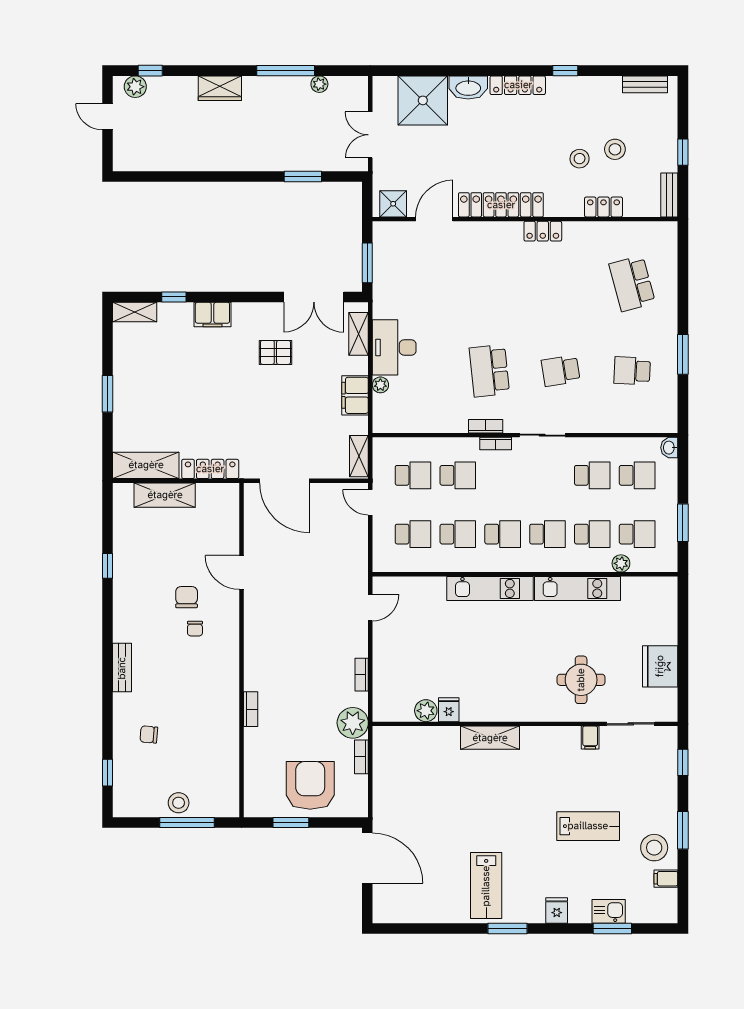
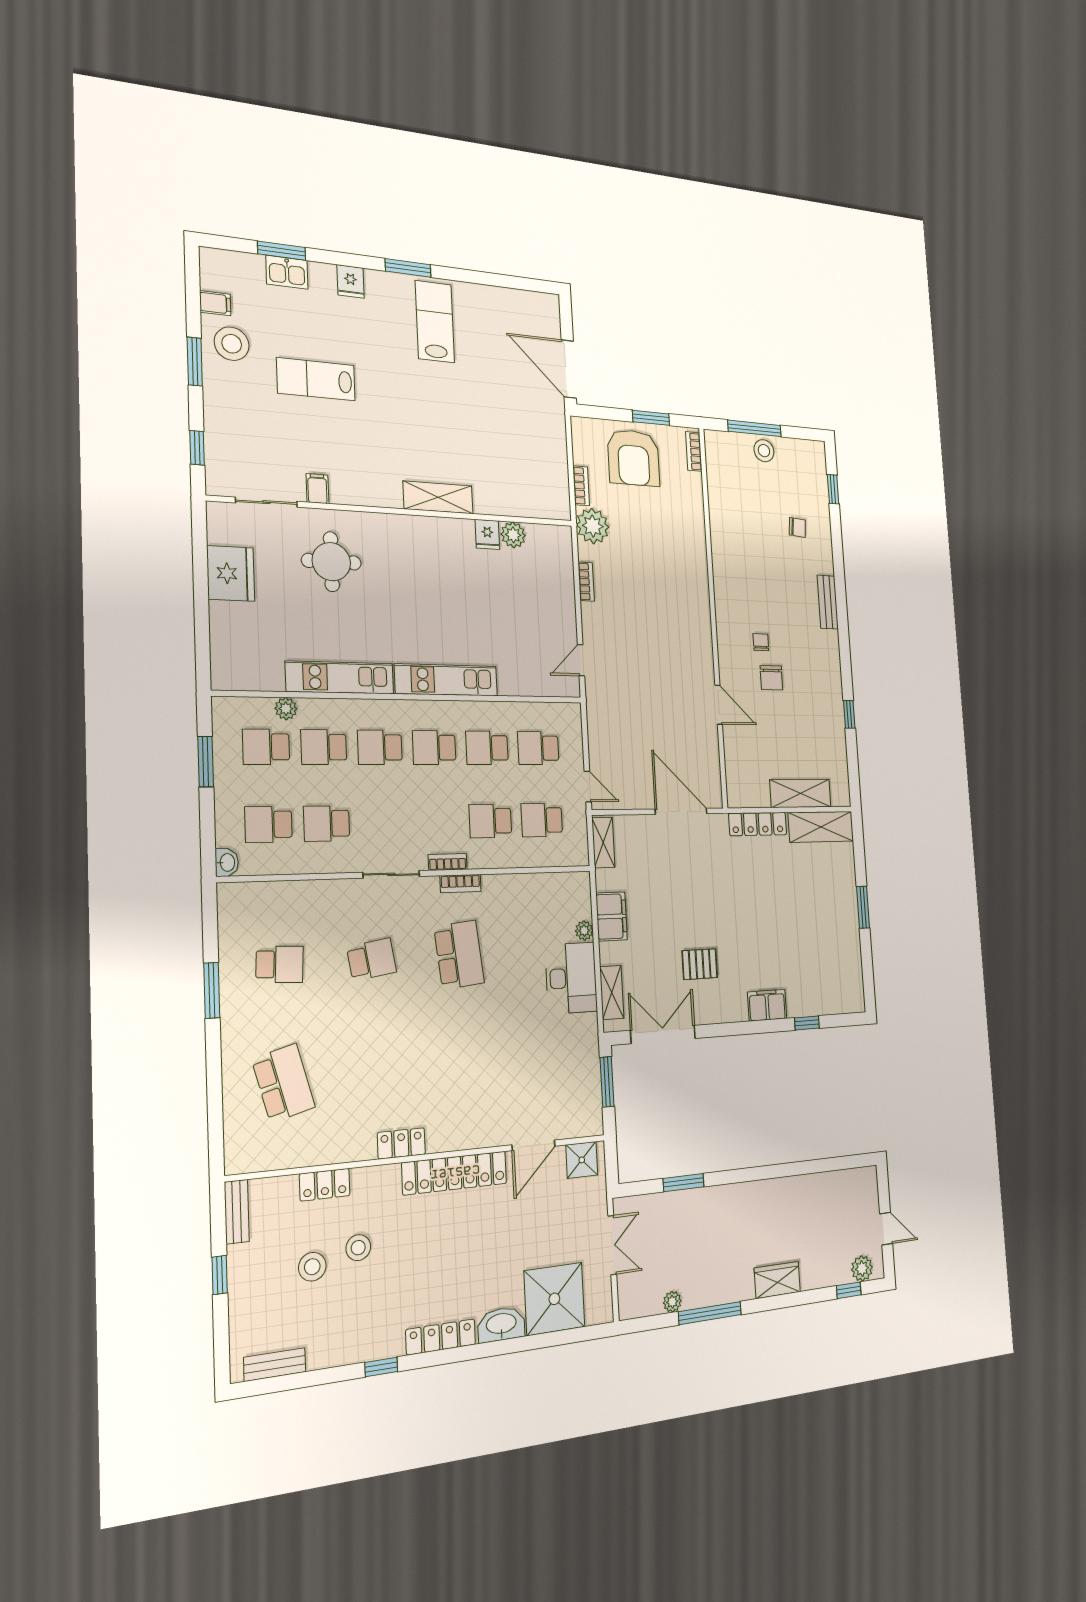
shelving: (135, 312) -> (844, 1002), removed
bookcase: (251, 709) -> (694, 451), moved

